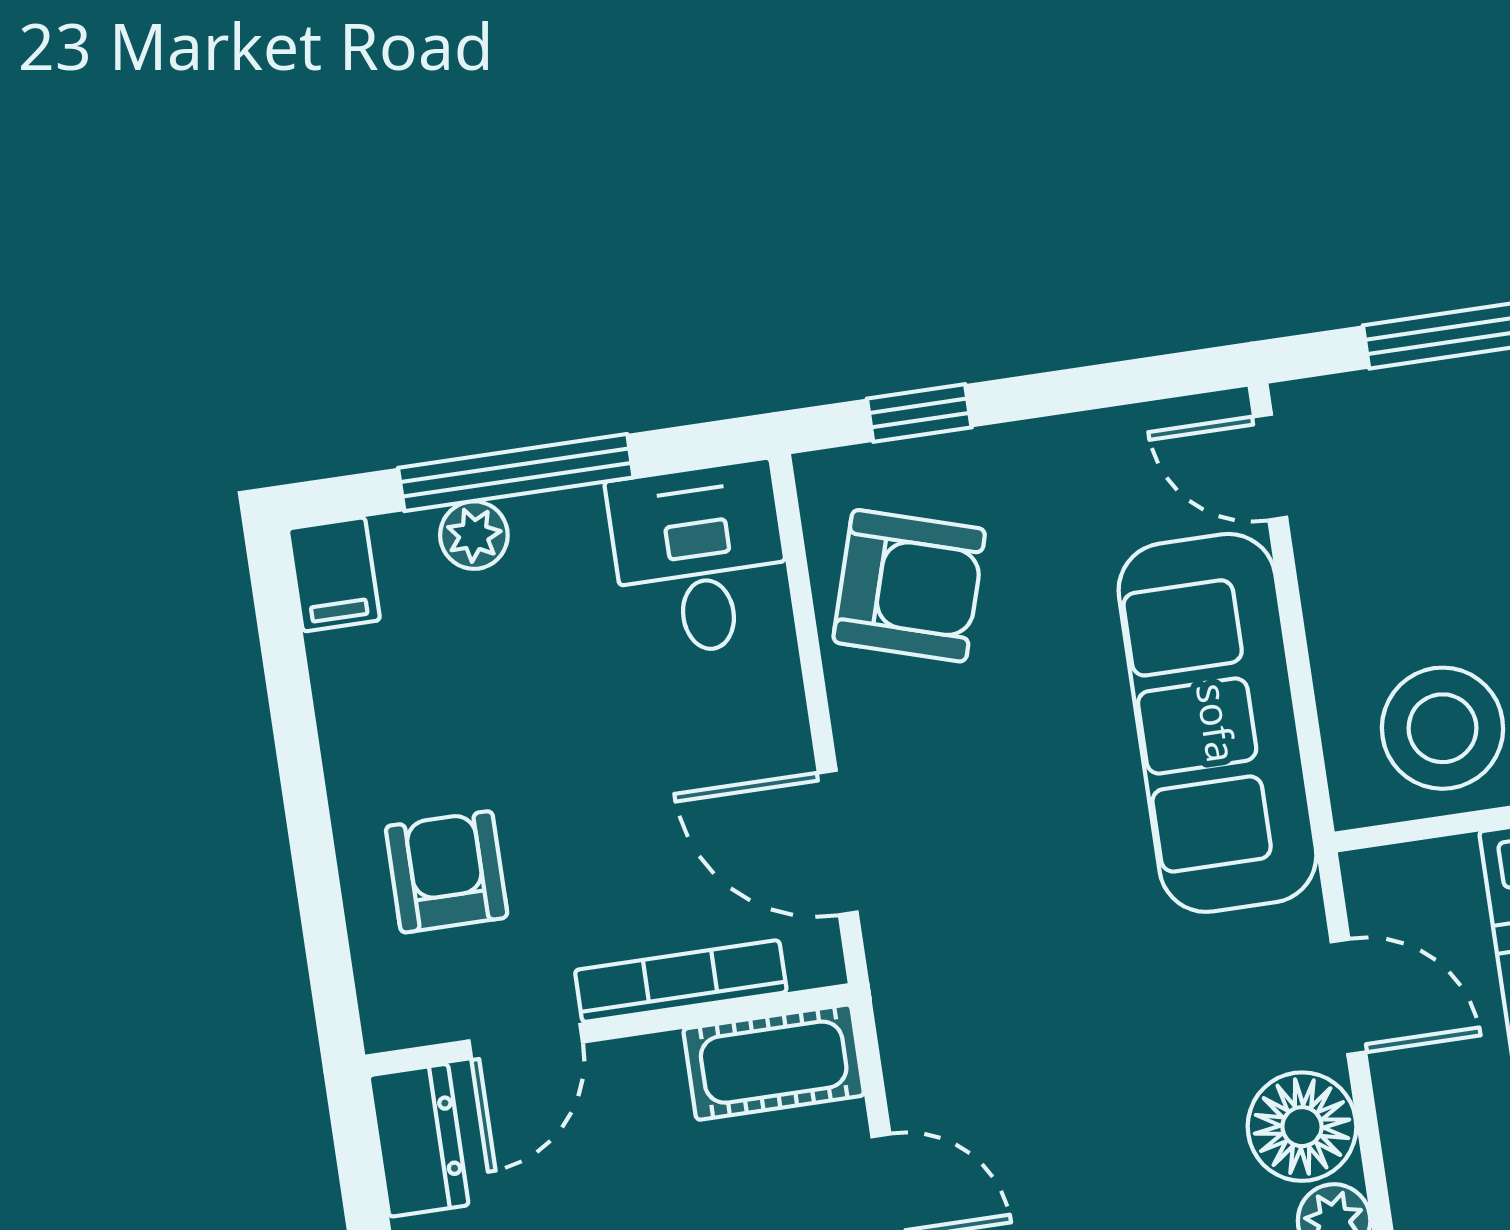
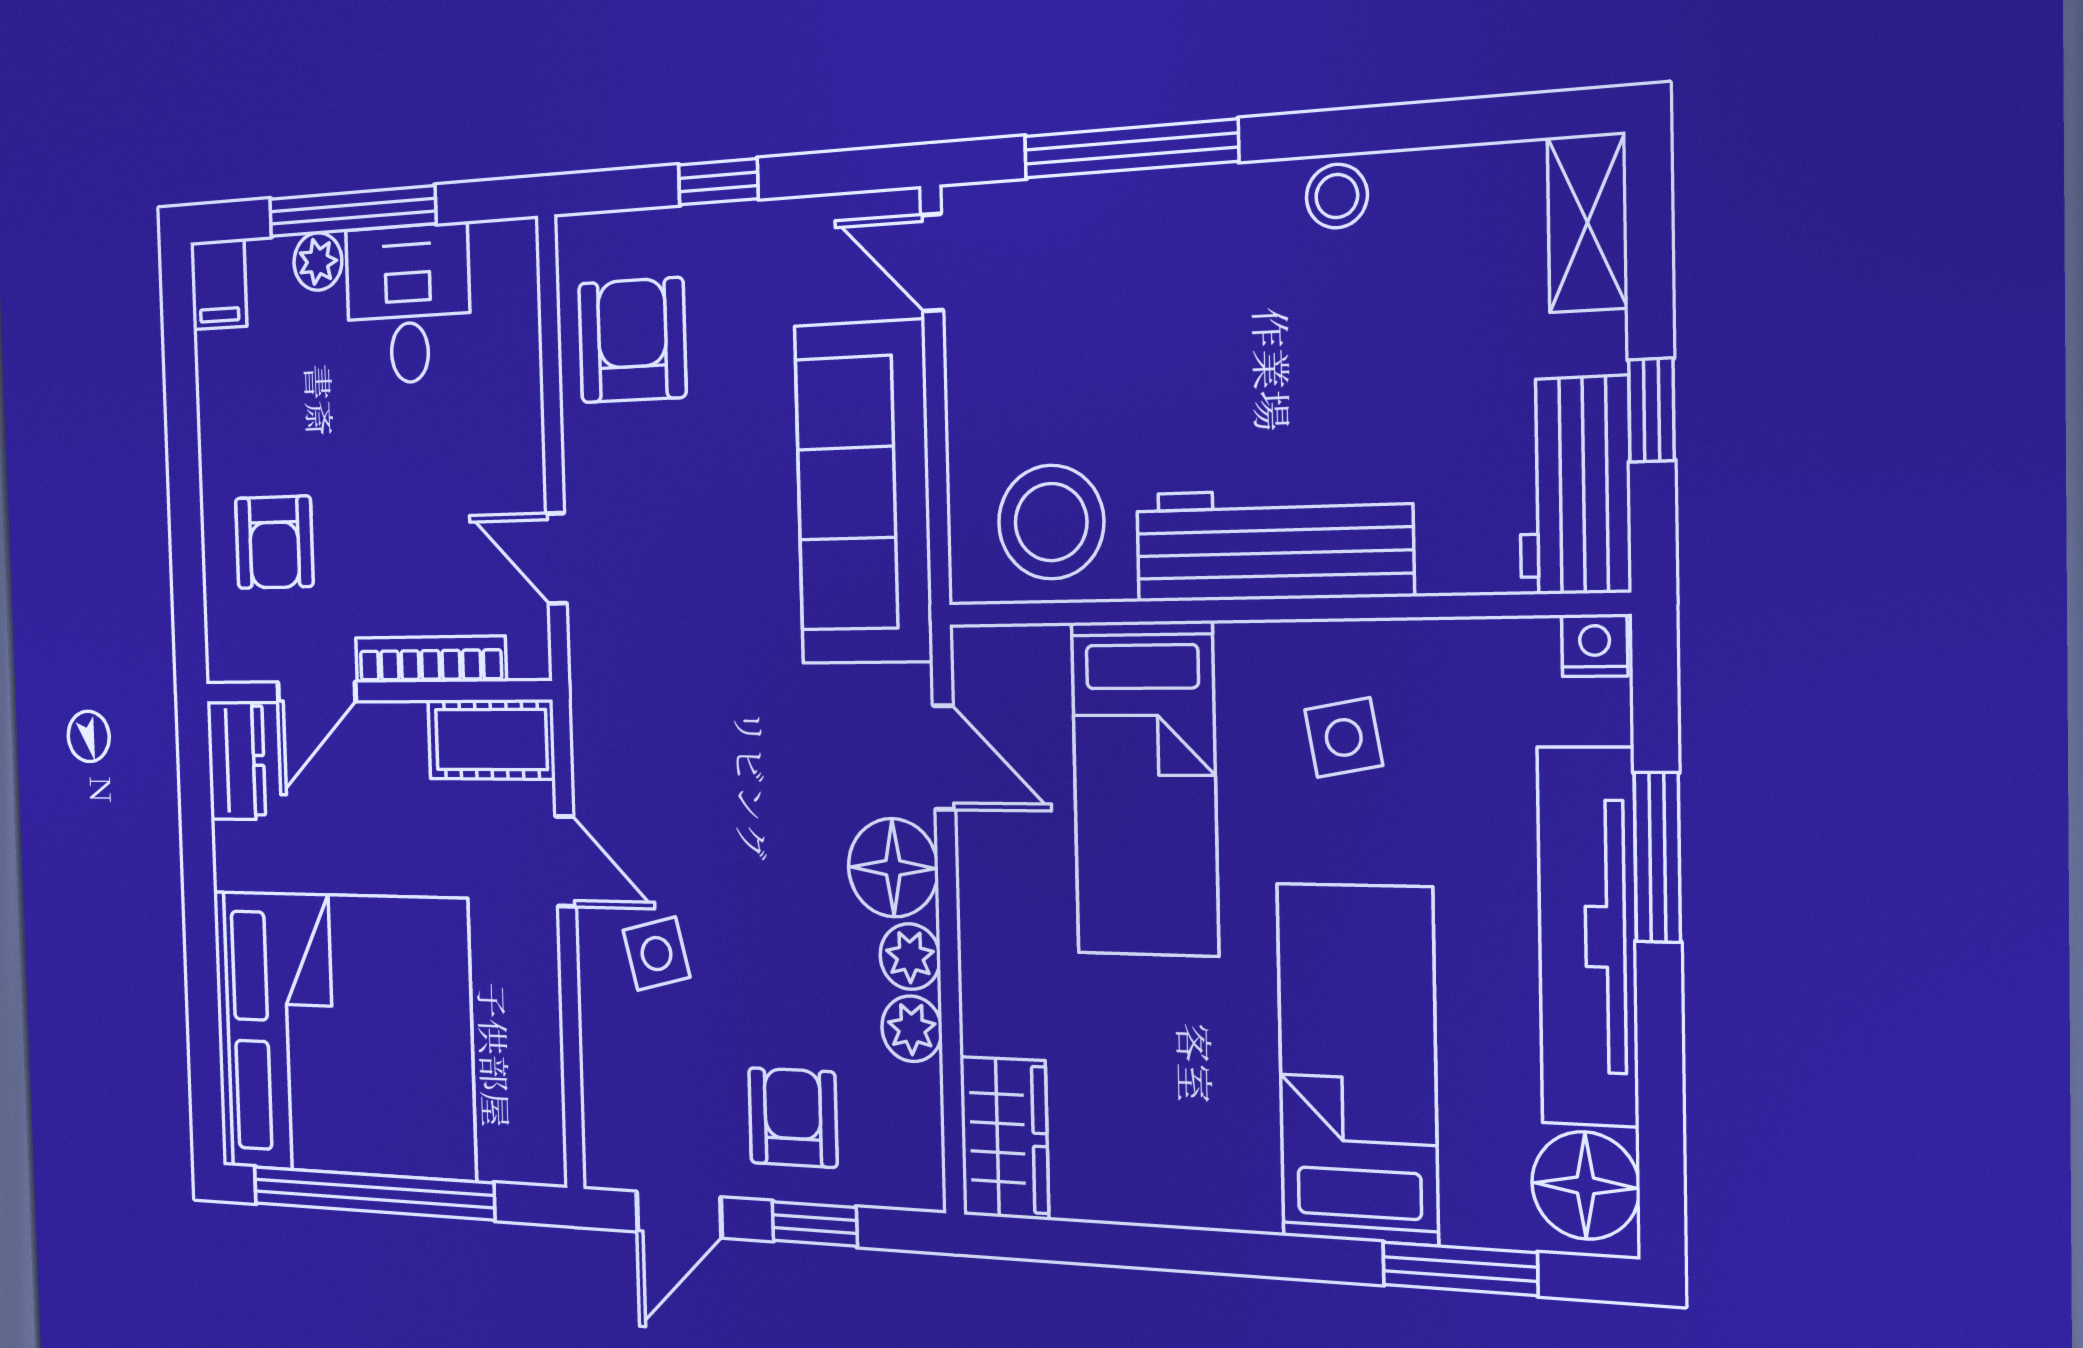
window: (919, 413) -> (718, 182), moved
desk: (700, 559) -> (408, 304), moved
armchair: (909, 586) -> (632, 340), turned -107
door: (838, 843) -> (556, 558), width x0.73
armchair: (447, 872) -> (274, 542), turned 180

